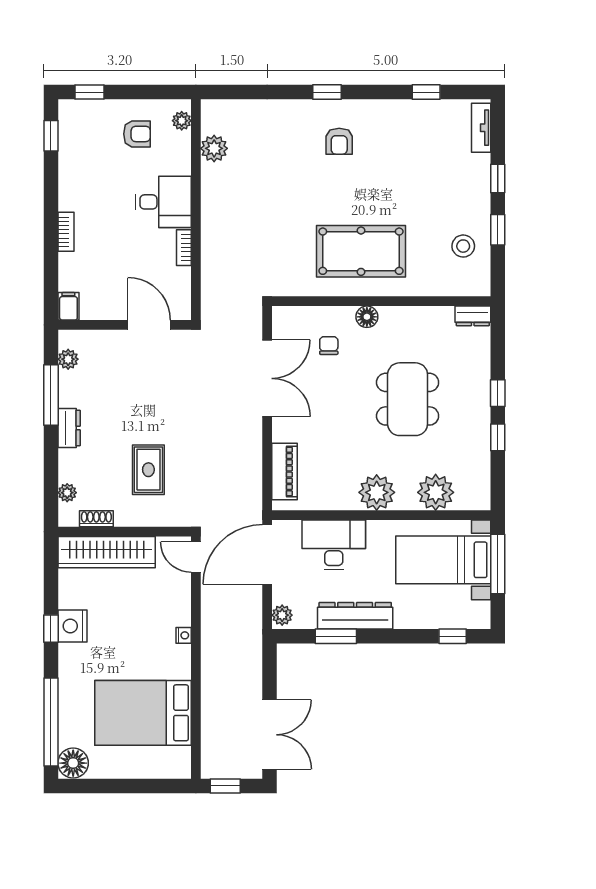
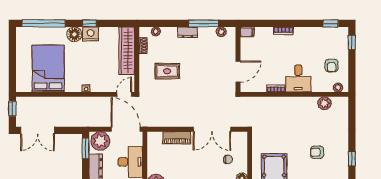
armchair: (339, 141) -> (317, 152), moved
piano: (285, 471) -> (177, 138), moved
plant: (282, 615) -> (100, 141), width x1.87, depth x1.87
window: (336, 636) -> (86, 148), moved
floor lamp: (73, 763) -> (74, 34), moved

